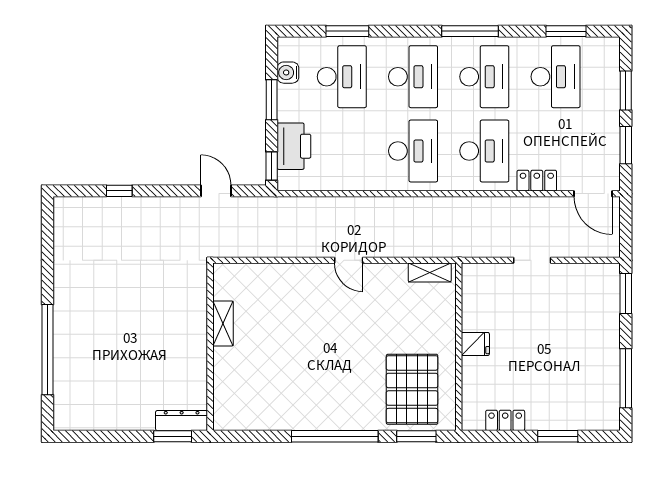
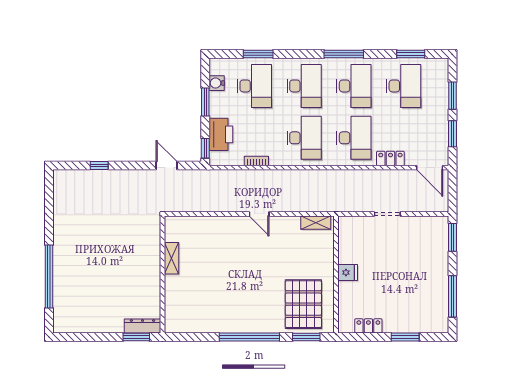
bookcase: (345, 184) -> (256, 161), added

